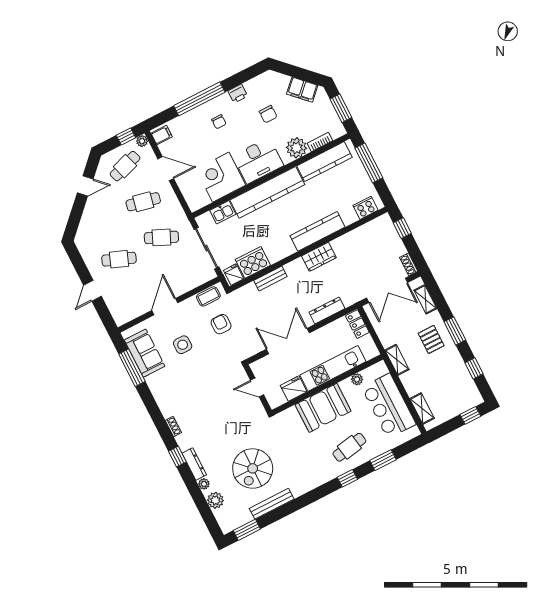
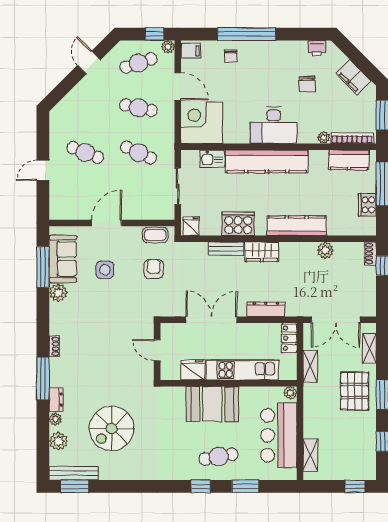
printer: (238, 94) -> (317, 48), moved
chair: (219, 122) -> (231, 56), moved
bookcase: (320, 142) -> (352, 138), width x1.56
plant: (297, 148) -> (324, 137), width x0.53, depth x0.53
kitchen counter: (324, 162) -> (349, 160), width x0.67
corner desk: (221, 177) -> (202, 123), moved
door: (85, 186) -> (89, 62), swing flipped
cooker: (366, 208) -> (367, 205), moved, turned -90
plant: (350, 239) -> (325, 250), added
sliding door: (206, 248) -> (178, 186), width x0.73
wardrobe: (319, 257) -> (262, 252), moved
cooker: (253, 262) -> (238, 224), moved
shoe rack: (409, 264) -> (370, 254), moved
pallet: (431, 339) -> (355, 391), width x1.50, depth x1.42
shelving: (397, 360) -> (310, 366), moved
plant: (357, 379) -> (290, 393), moved
plant: (155, 382) -> (58, 293), added
window: (177, 457) -> (43, 378), width x2.17
dresser: (194, 464) -> (56, 400), width x0.70
bench: (272, 504) -> (74, 473), moved

